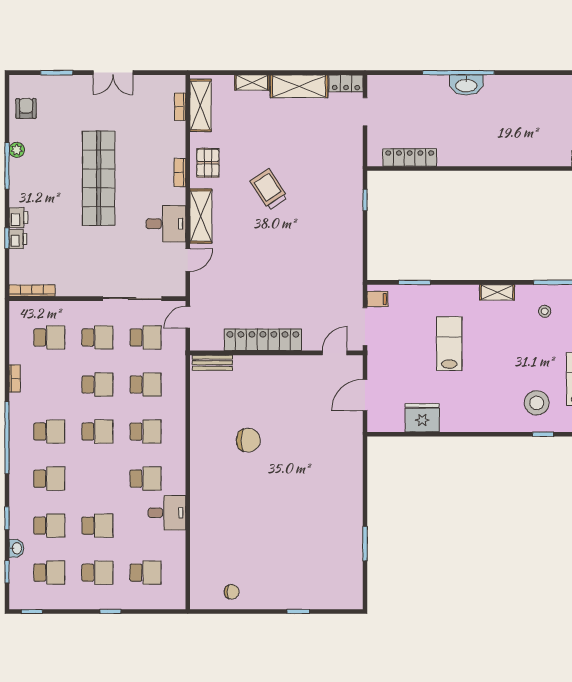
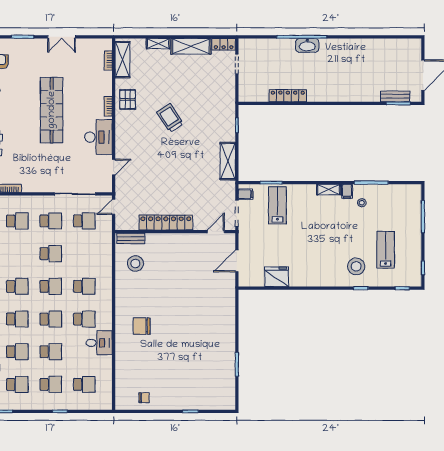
locker: (410, 157) -> (288, 96), moved
shelving: (201, 216) -> (228, 161), moved
desk: (166, 224) -> (98, 137), width x1.37
filing cabinet: (523, 295) -> (347, 191), added
lab bench: (449, 344) -> (277, 205), moved
school desk: (146, 385) -> (51, 319), moved
stool: (219, 399) -> (135, 264), added
chair: (248, 440) -> (142, 326), moved, turned 180

